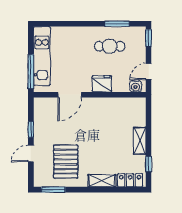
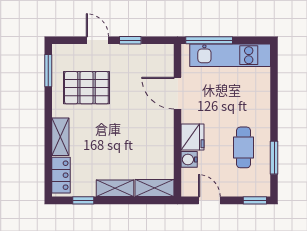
water cooler: (136, 86) -> (189, 159), moved
shelving: (139, 112) -> (154, 188), added

